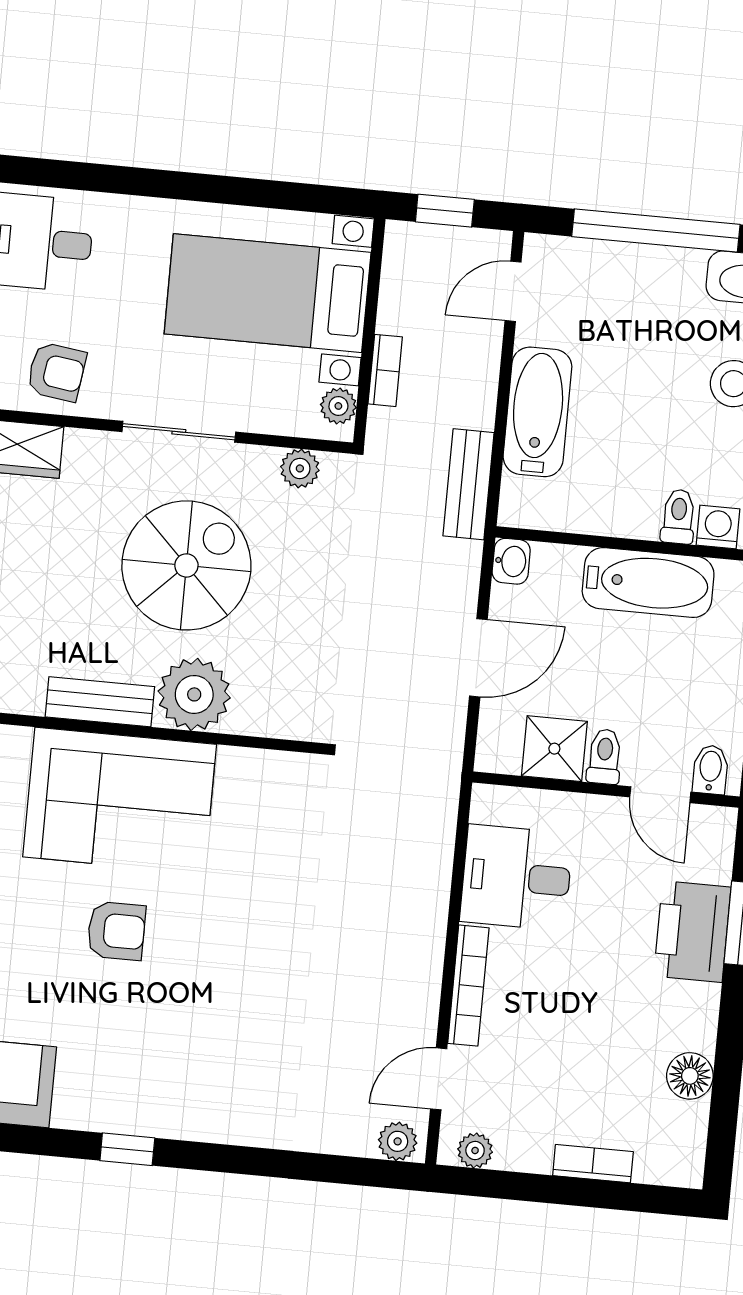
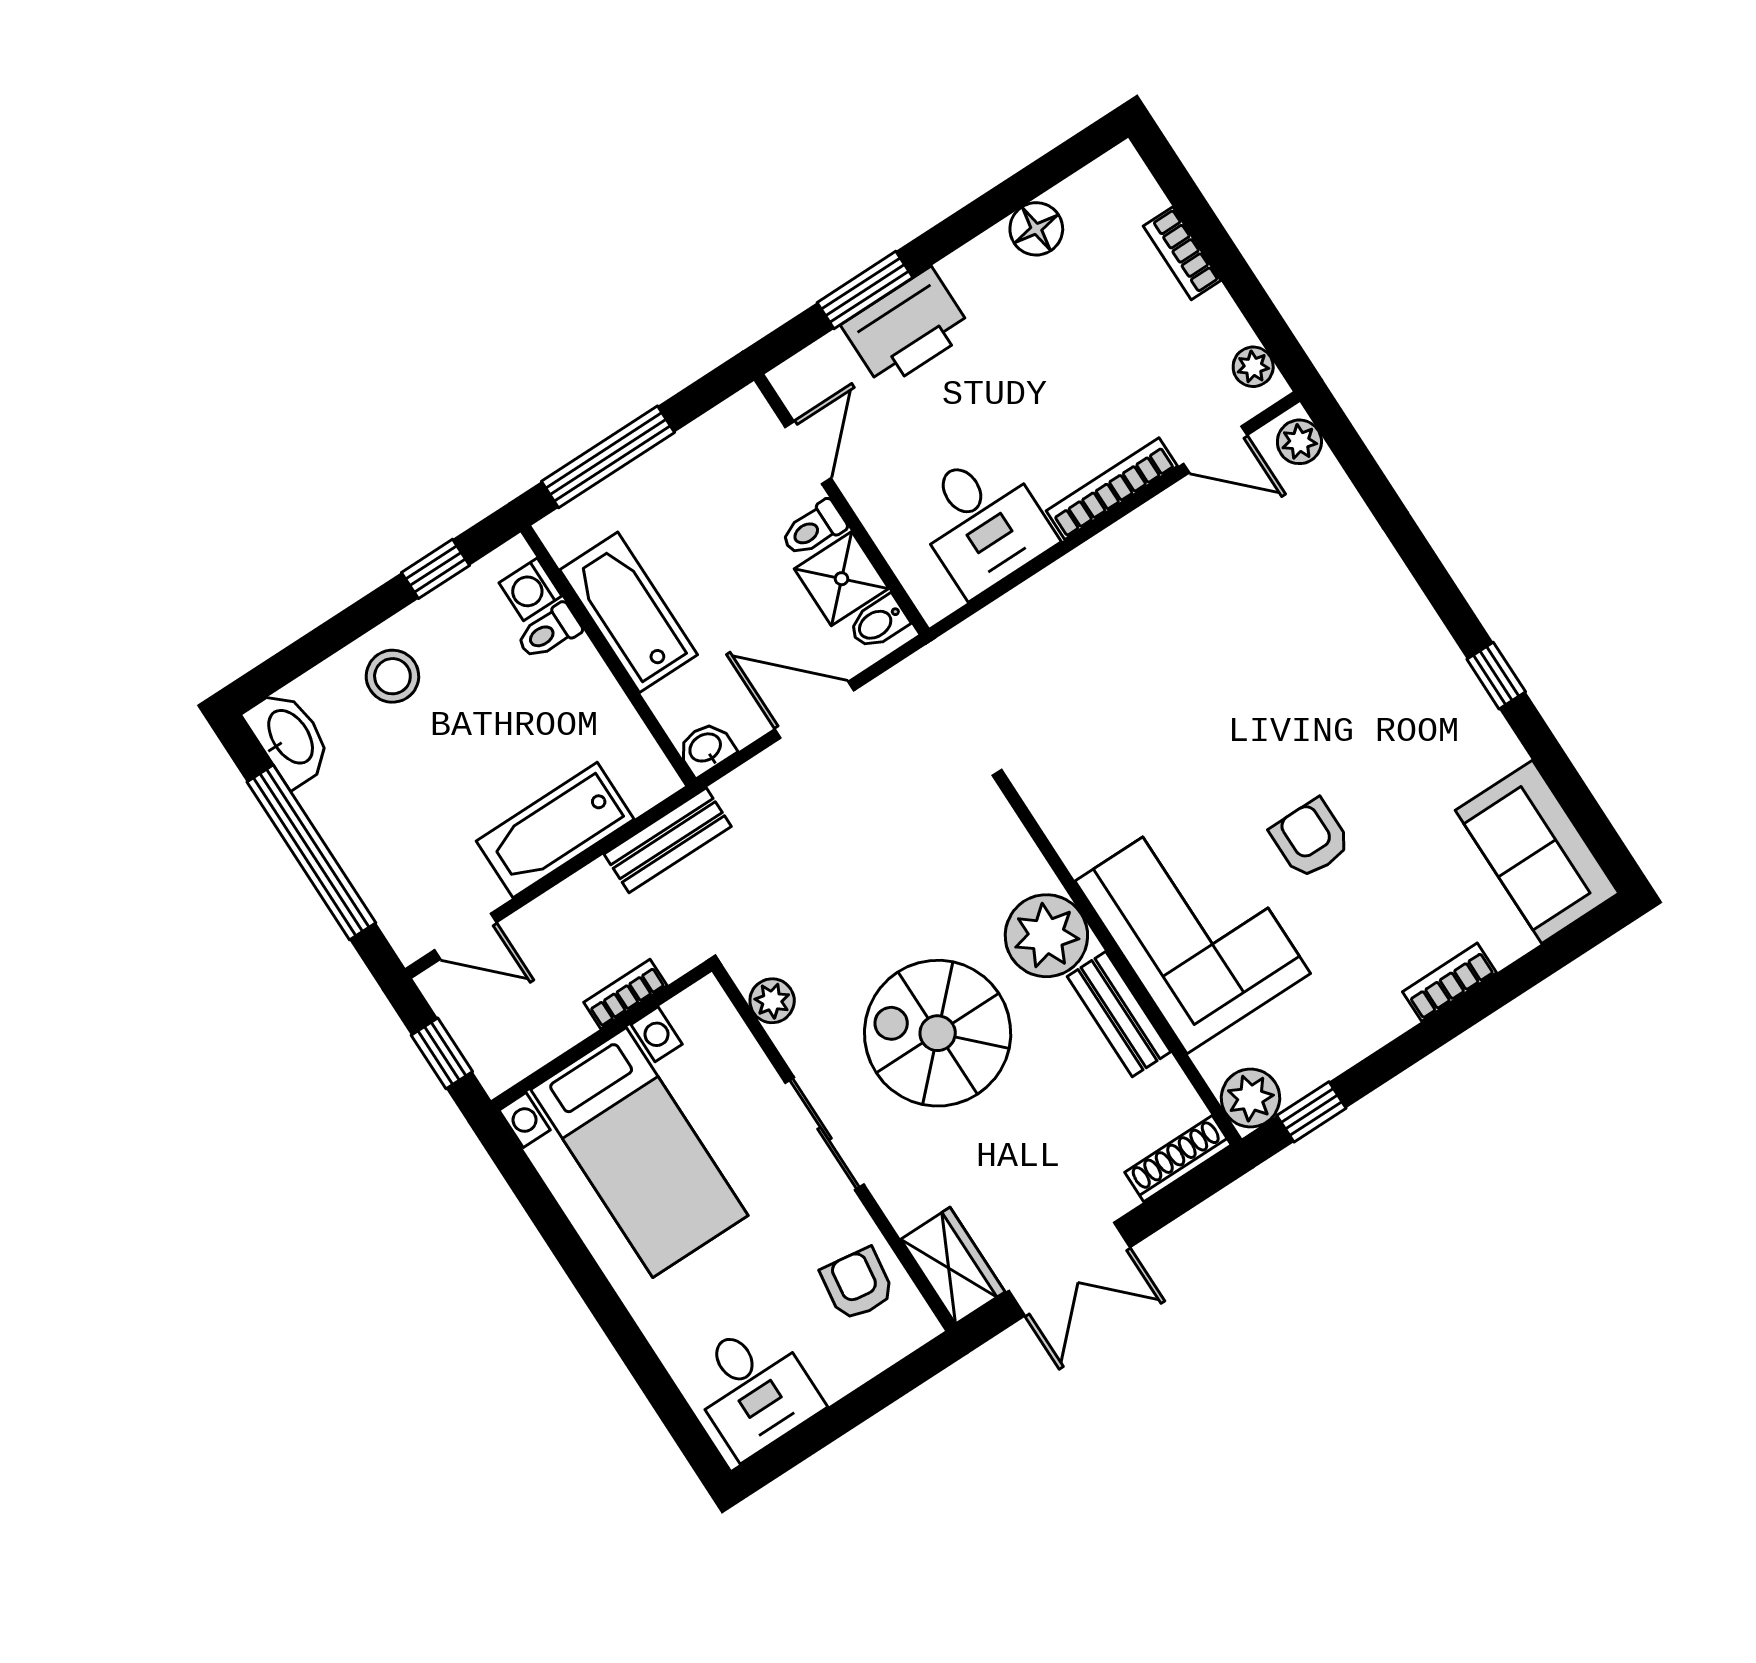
plant: (338, 406) -> (690, 1010), removed
bidet: (710, 770) -> (878, 623), moved

